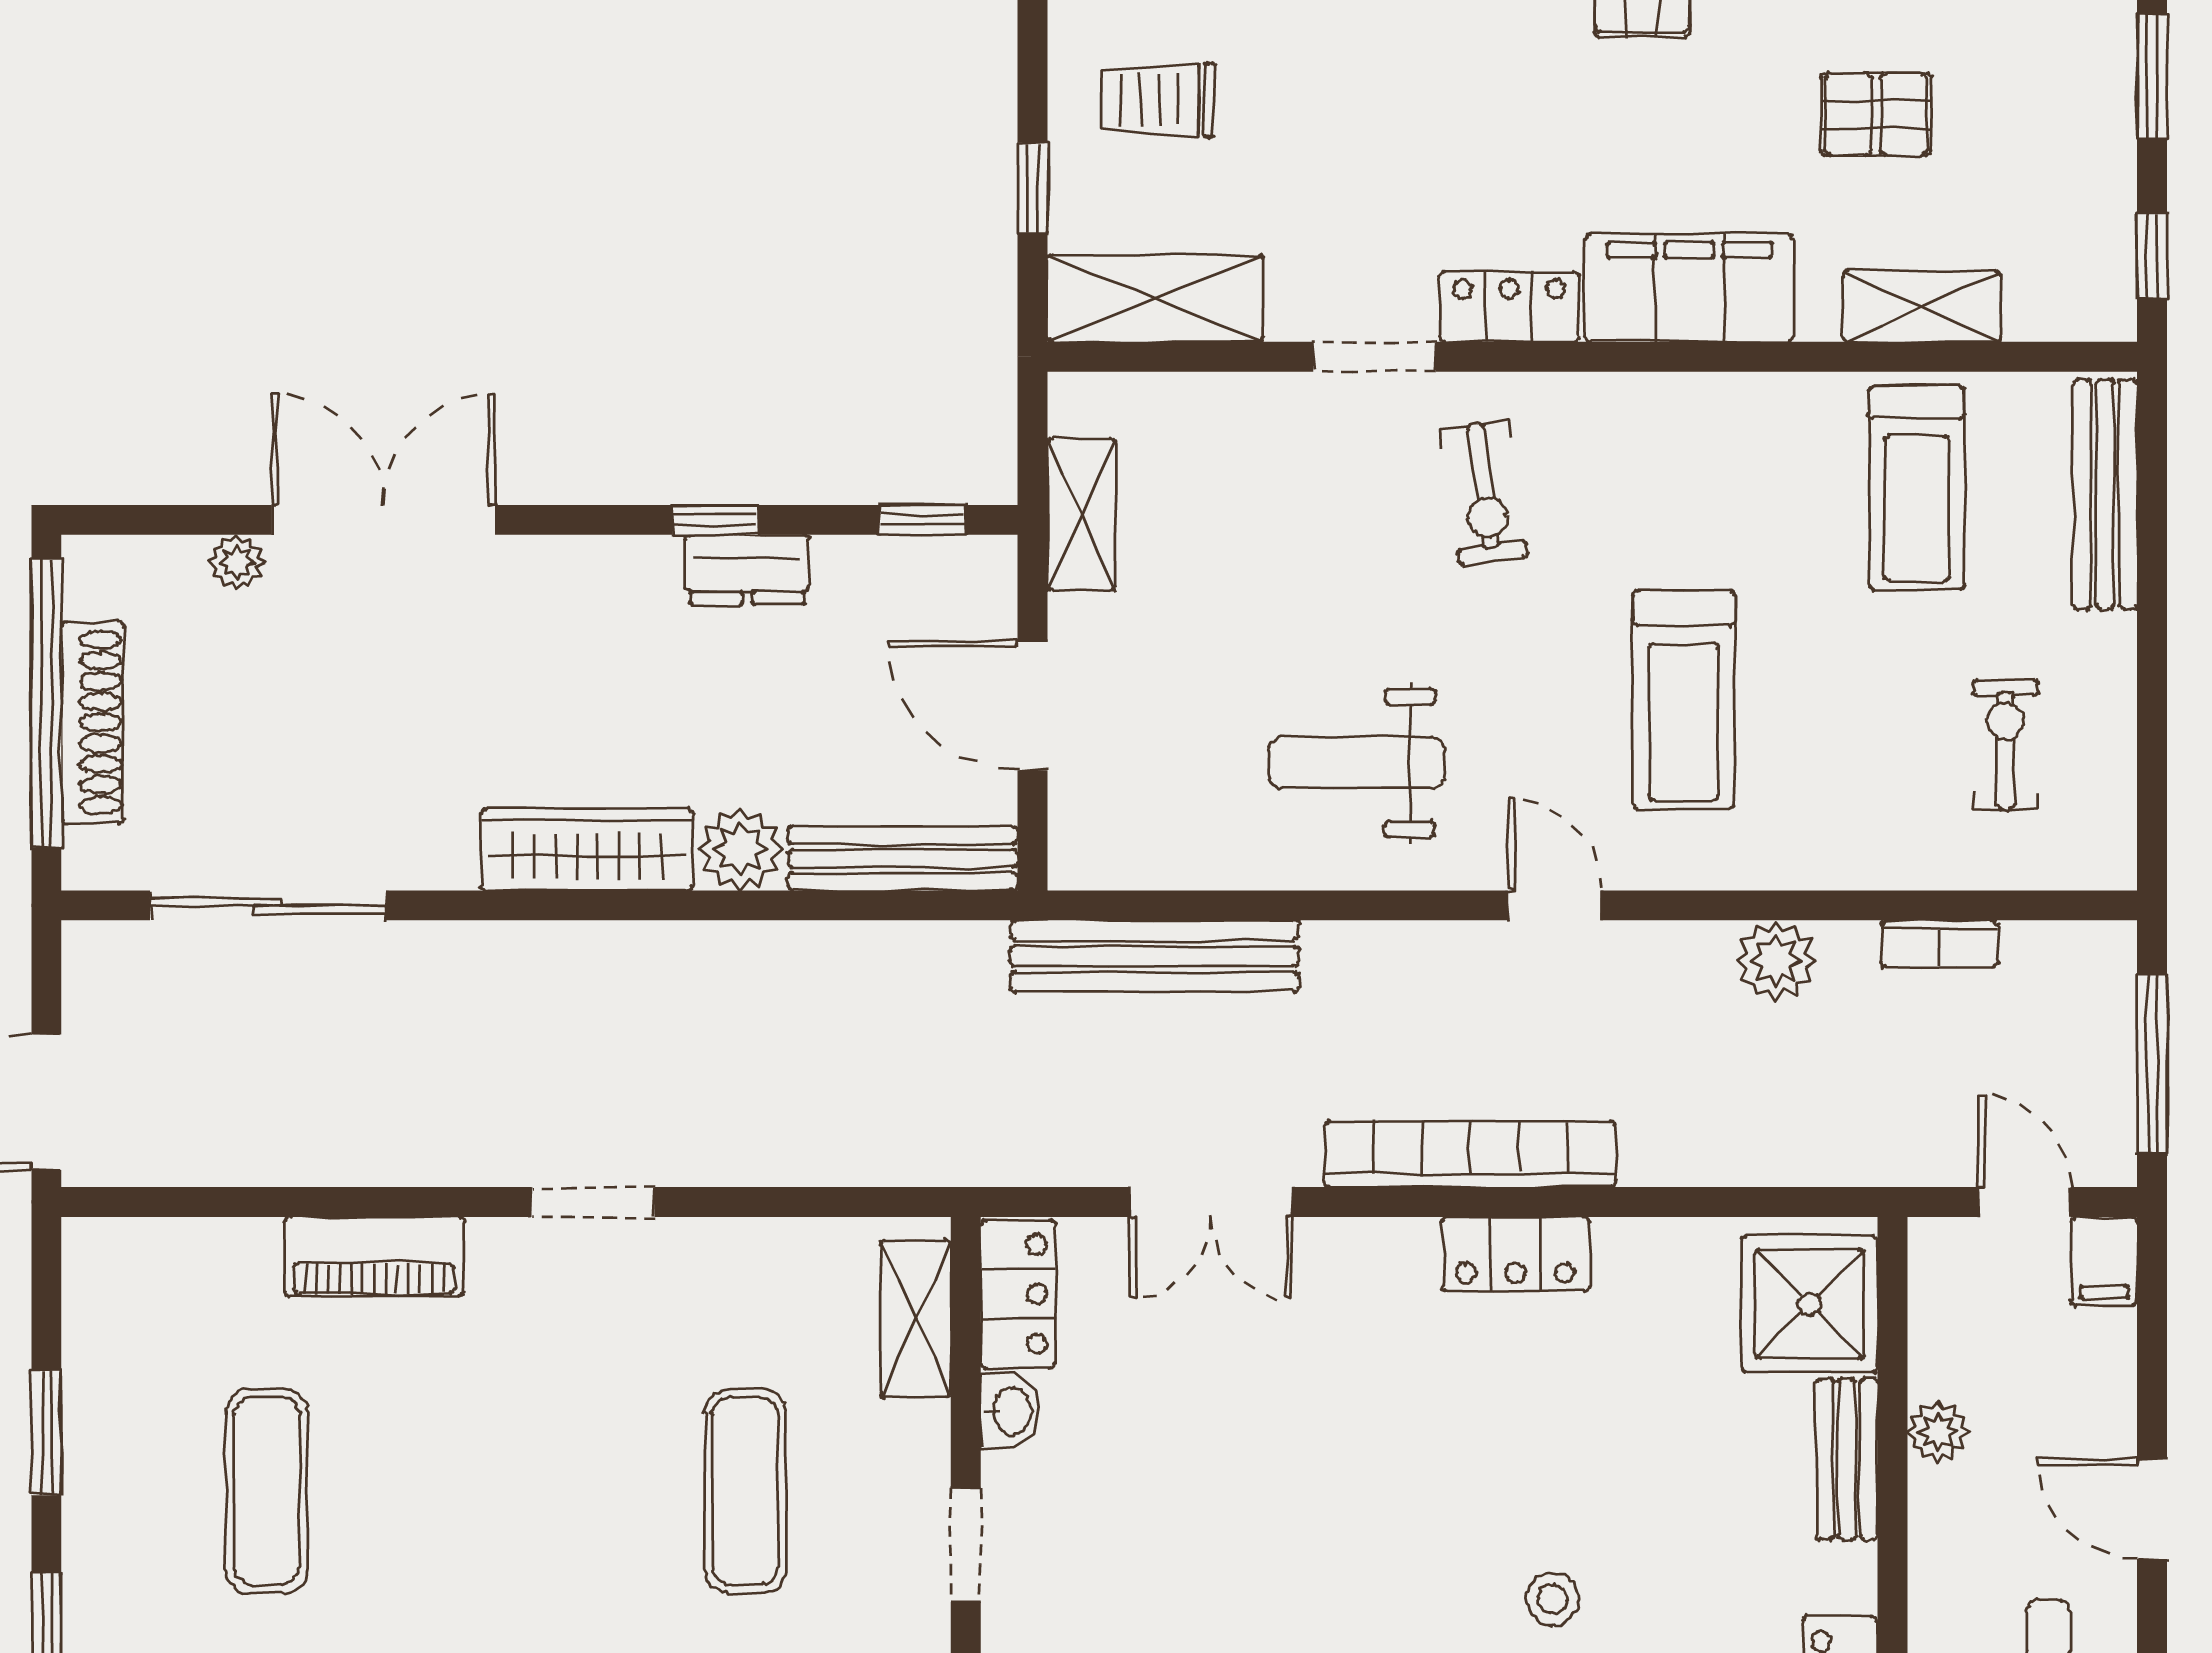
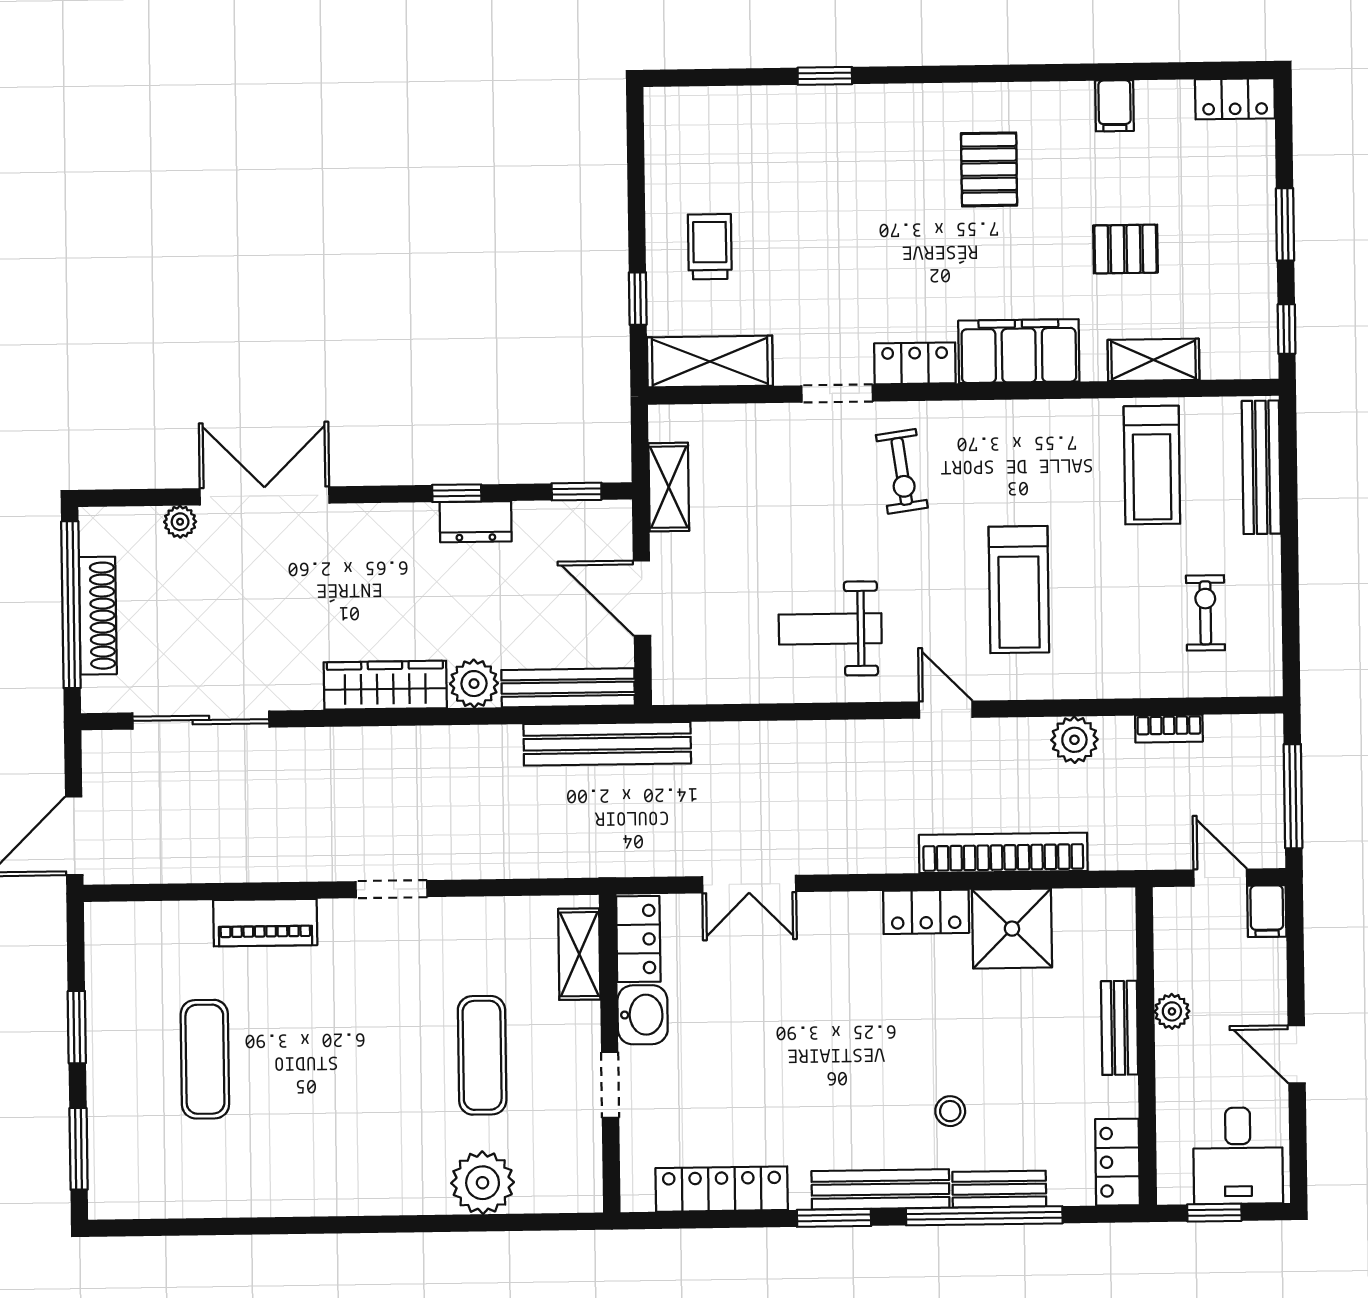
trolley: (1158, 100) -> (710, 247), turned 90
bench: (1155, 956) -> (607, 744), moved
bookcase: (1470, 1154) -> (1003, 853), moved
shower: (1810, 1304) -> (1012, 929), moved
washbasin: (1010, 1411) -> (643, 1015), width x1.38, depth x1.45

